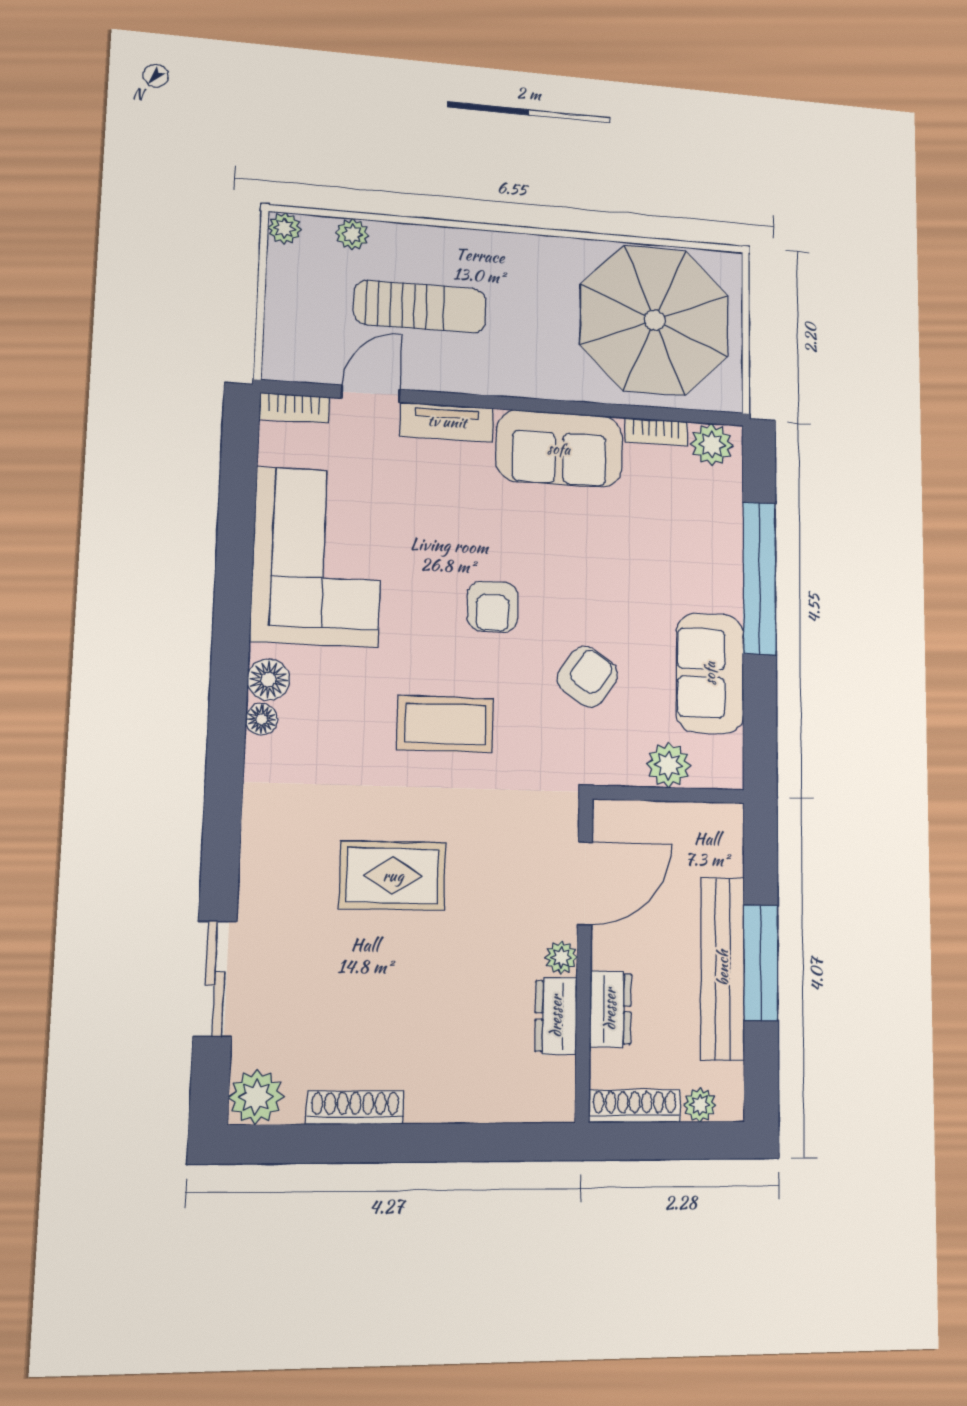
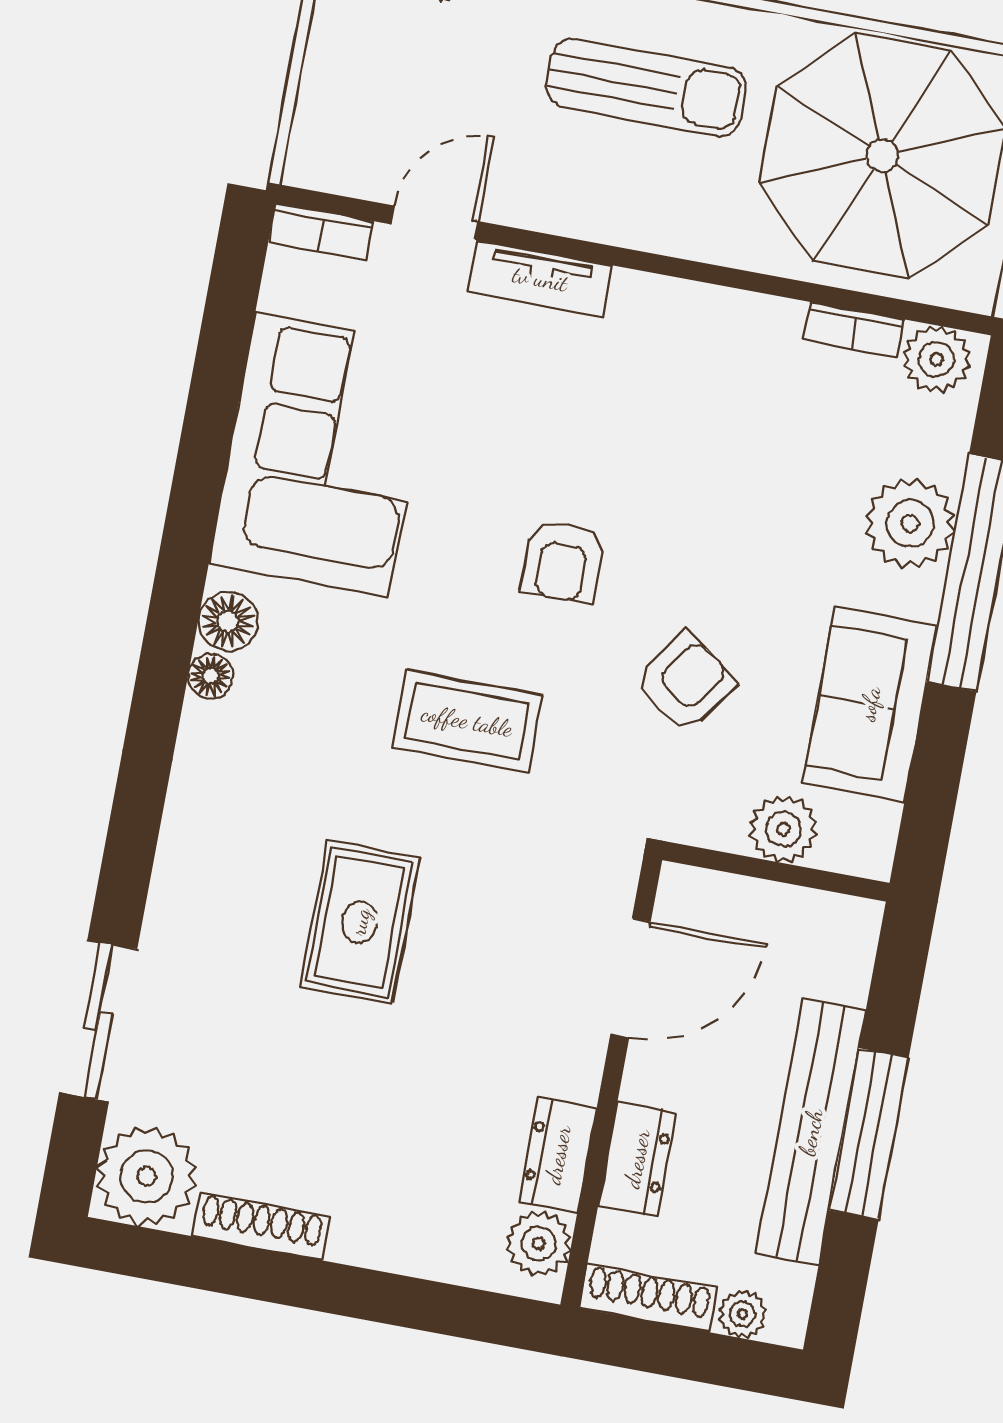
sun lounger: (420, 307) -> (646, 87), moved
sofa: (559, 449) -> (701, 338), removed
plant: (714, 552) -> (910, 523), added
rug: (393, 876) -> (360, 922), turned 90
plant: (561, 958) -> (539, 1244), moved, width x1.38, depth x1.38
plant: (256, 1097) -> (147, 1176), width x1.36, depth x1.36

